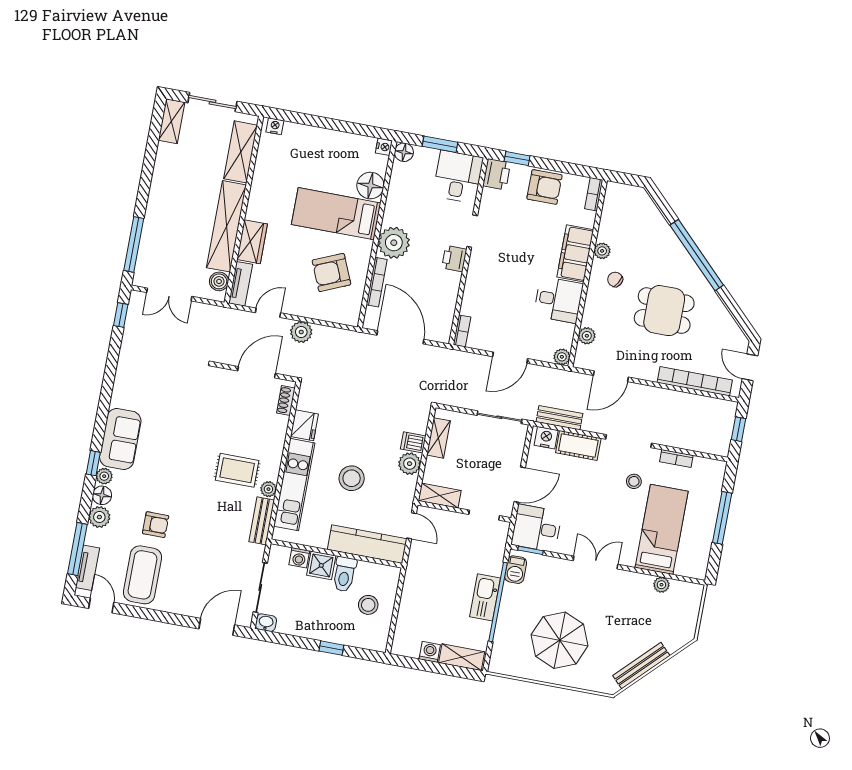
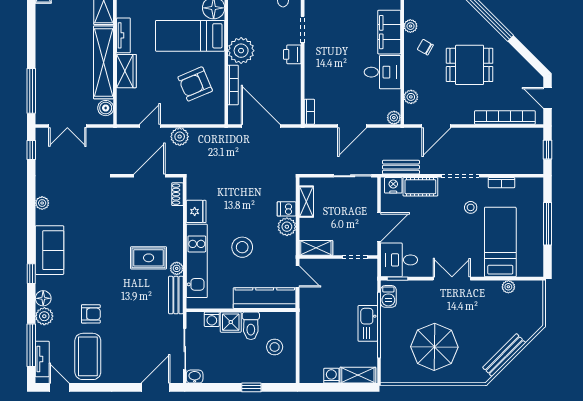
tv unit: (241, 284) -> (123, 35), moved
plant: (104, 476) -> (42, 203), moved

